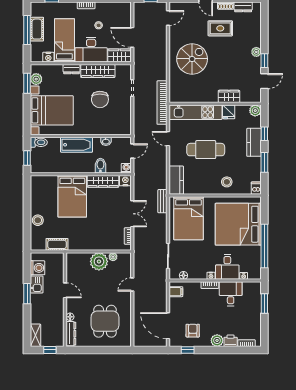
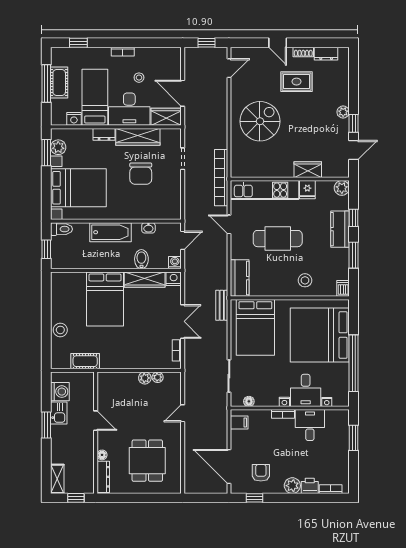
plant: (99, 261) -> (145, 378), width x0.53, depth x0.53

